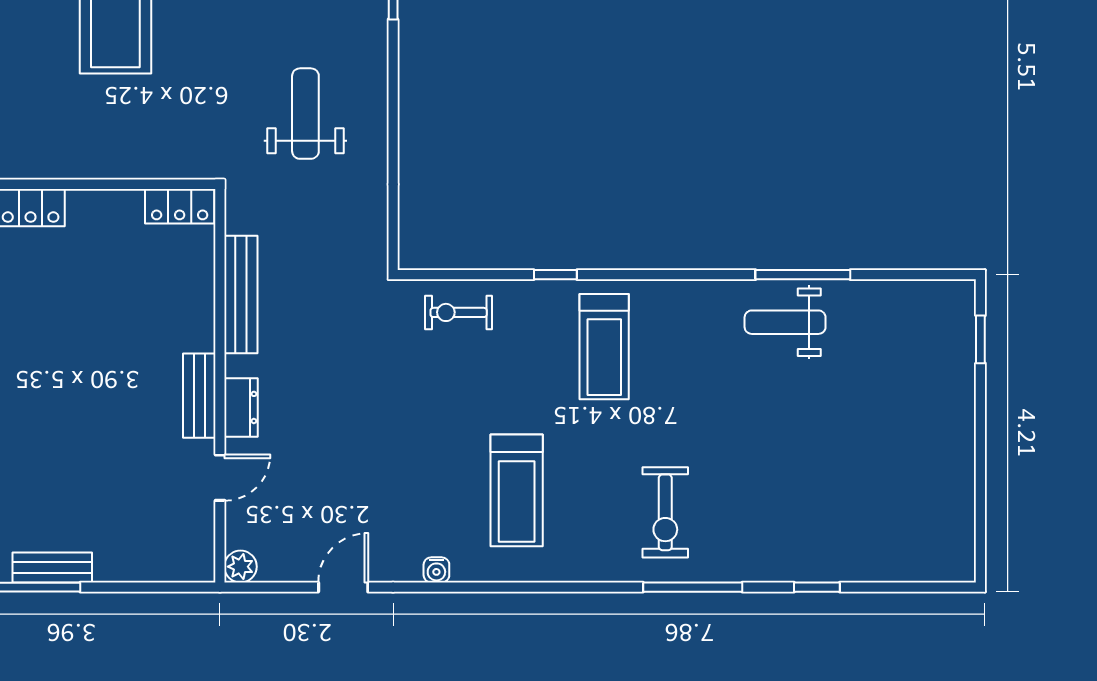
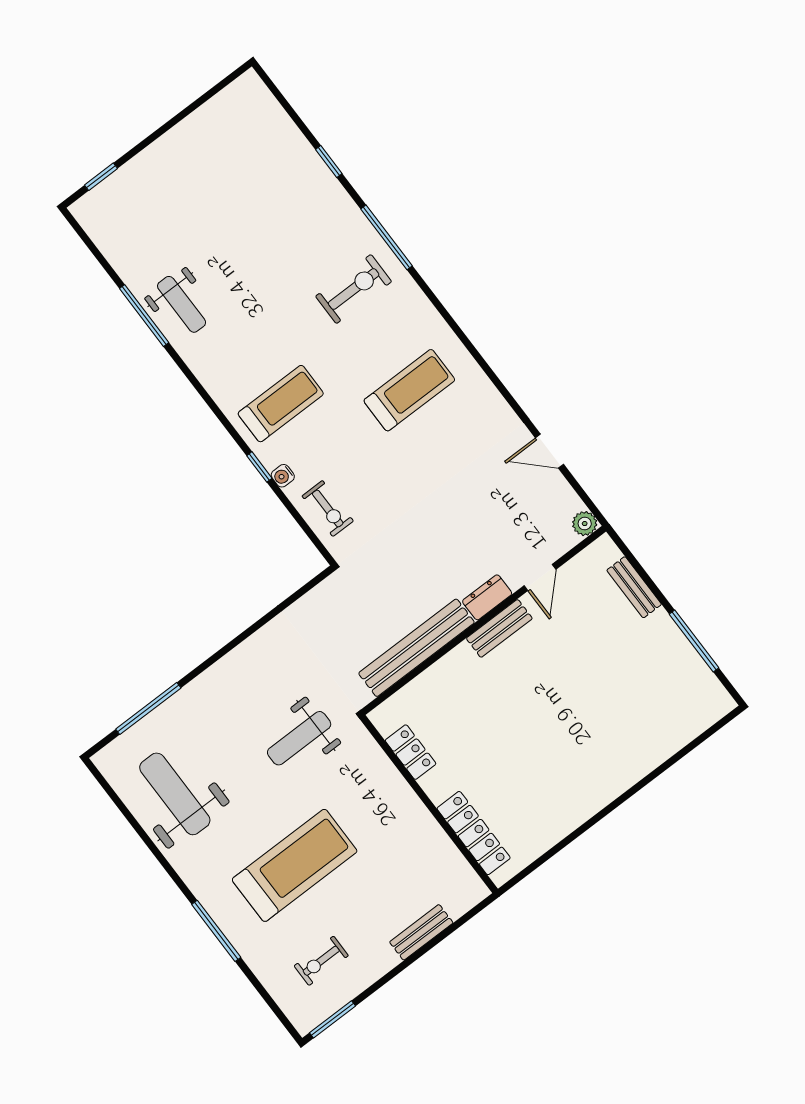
weight bench: (305, 114) -> (299, 738), moved
locker: (180, 206) -> (411, 752), moved
bench: (241, 295) -> (417, 648), width x1.37, depth x1.21
door: (220, 478) -> (540, 578), swing flipped
bench: (52, 567) -> (634, 587), moved
water cooler: (436, 570) -> (283, 476), moved, turned 180

